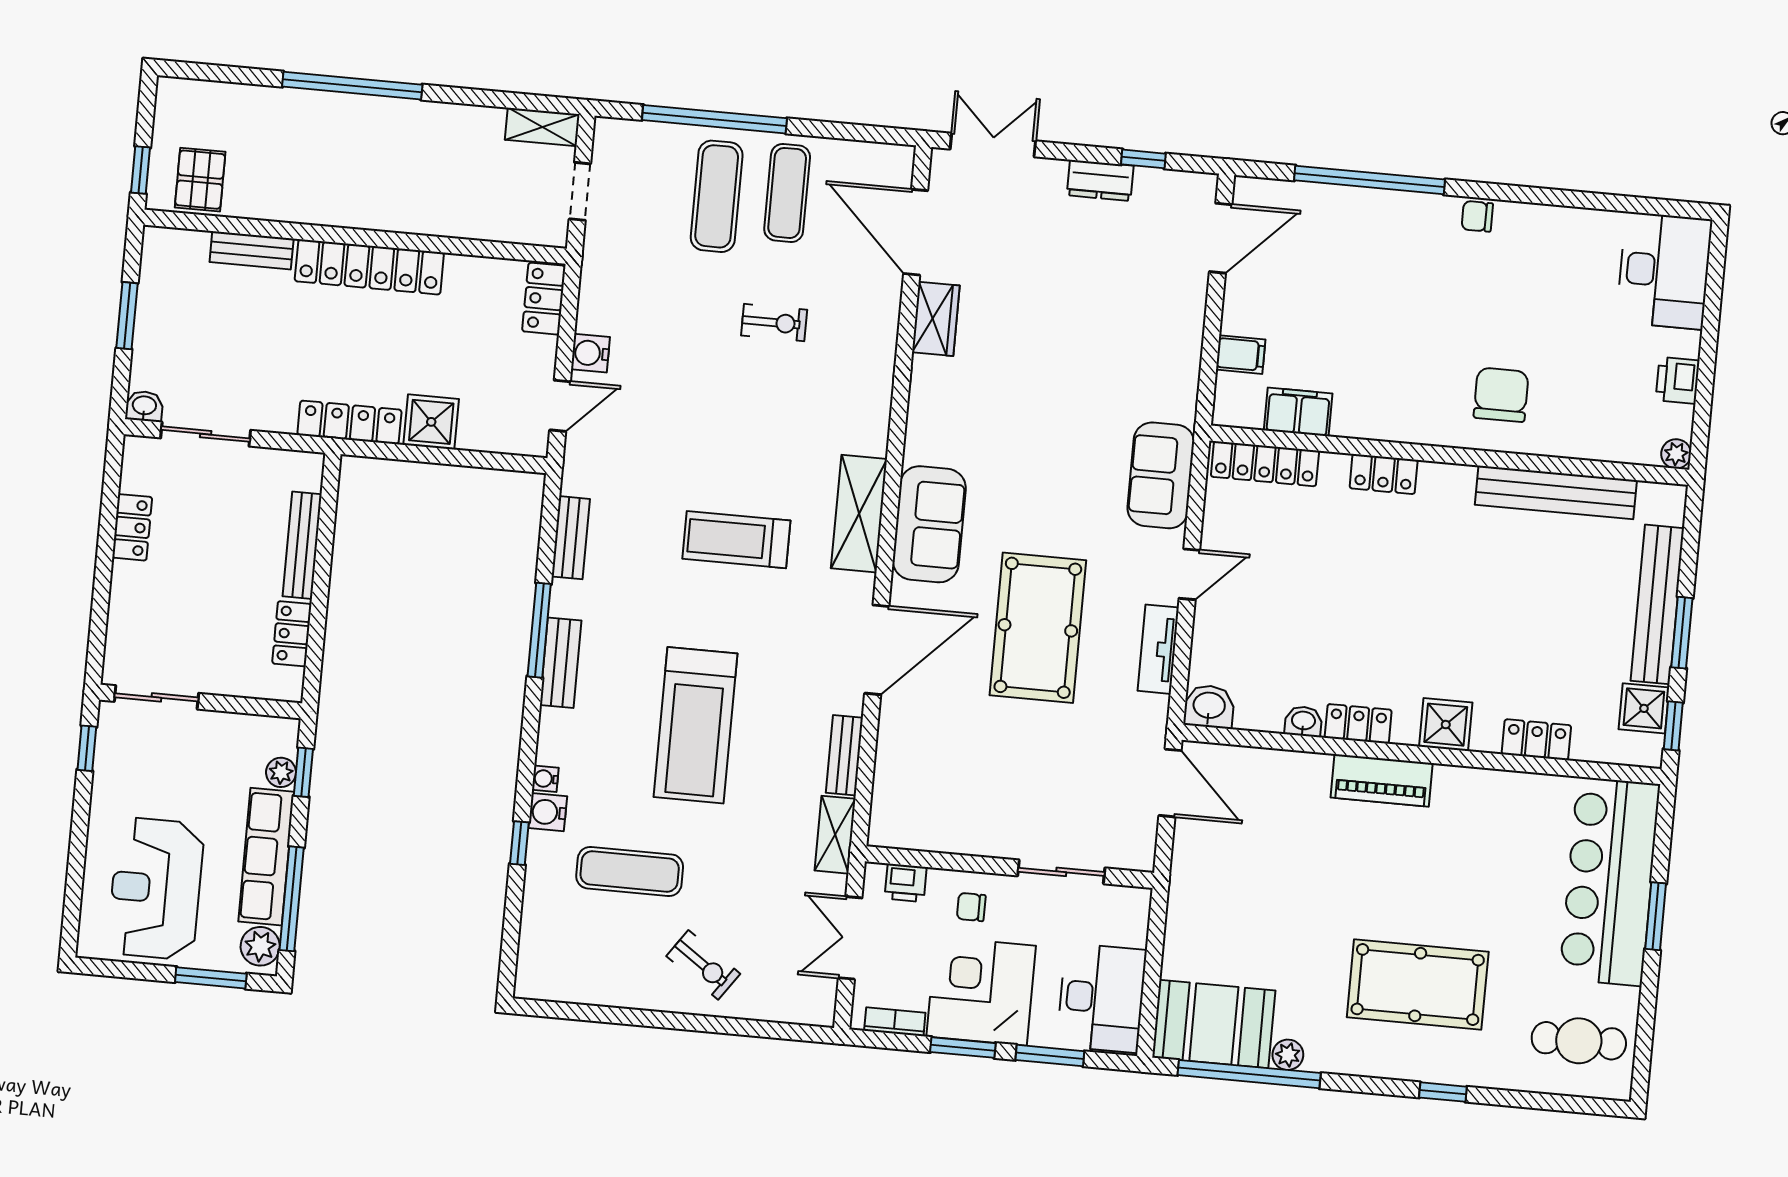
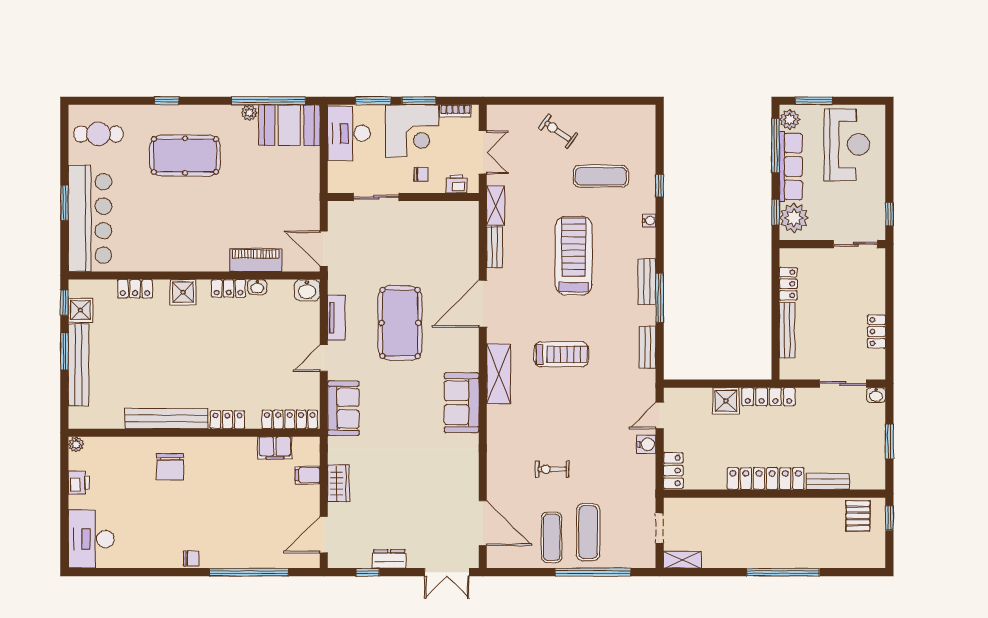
wardrobe: (936, 319) -> (338, 483), moved, turned 180
bench: (1556, 492) -> (166, 418), moved
sofa: (929, 524) -> (462, 403), moved
plant: (281, 772) -> (794, 218), width x1.88, depth x1.88
piano: (1382, 780) -> (256, 260), moved
water cooler: (548, 812) -> (646, 203), removed

